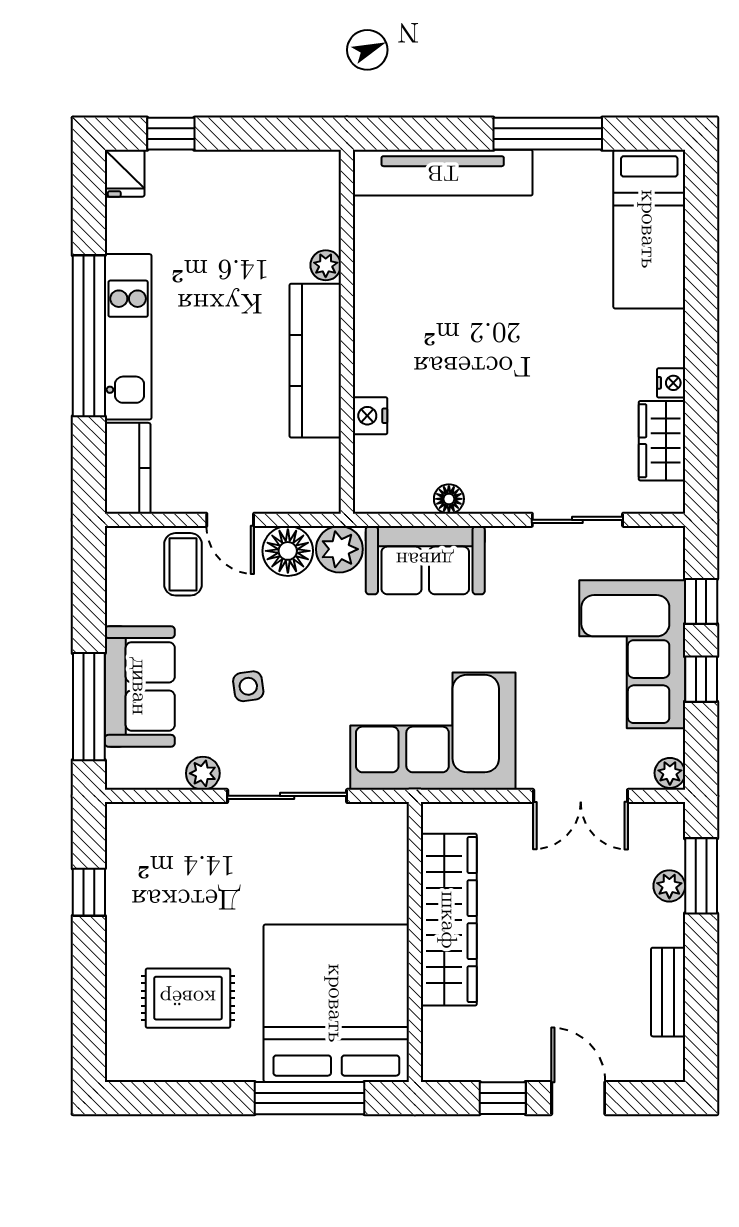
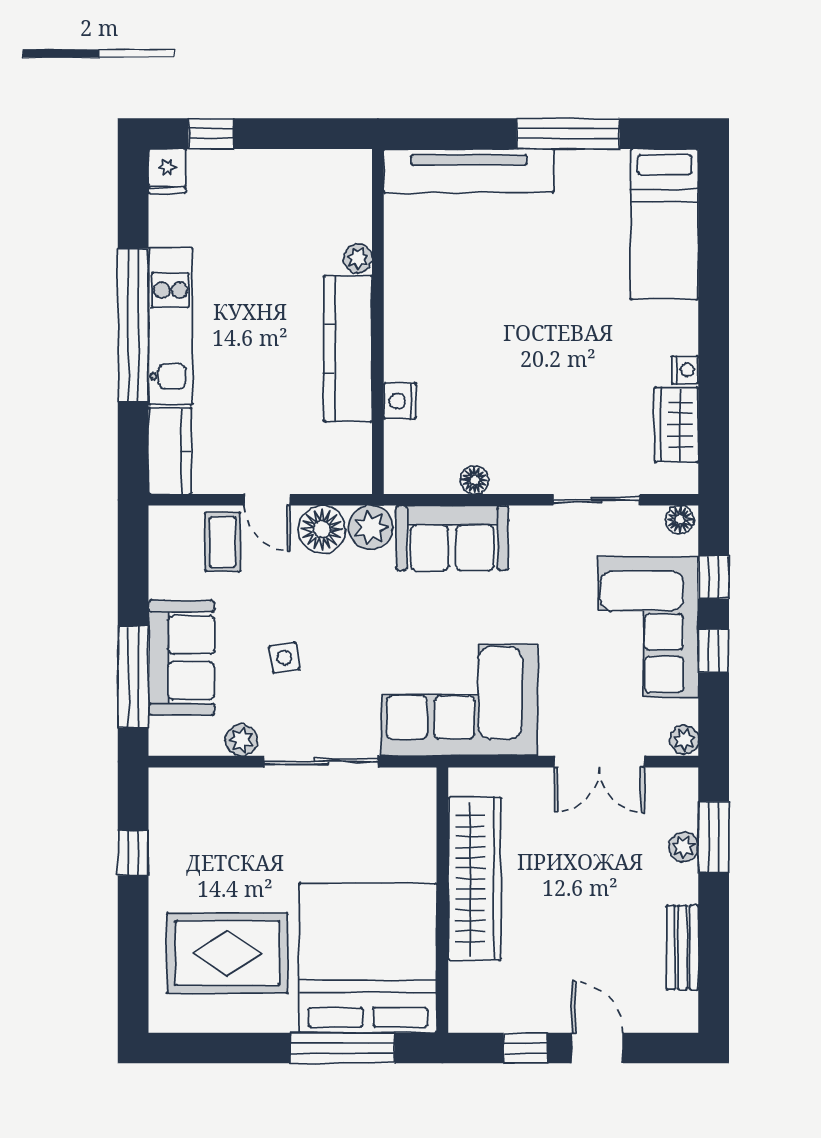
floor lamp: (665, 541) -> (680, 520), added
rug: (188, 998) -> (227, 953), width x1.36, depth x1.43

